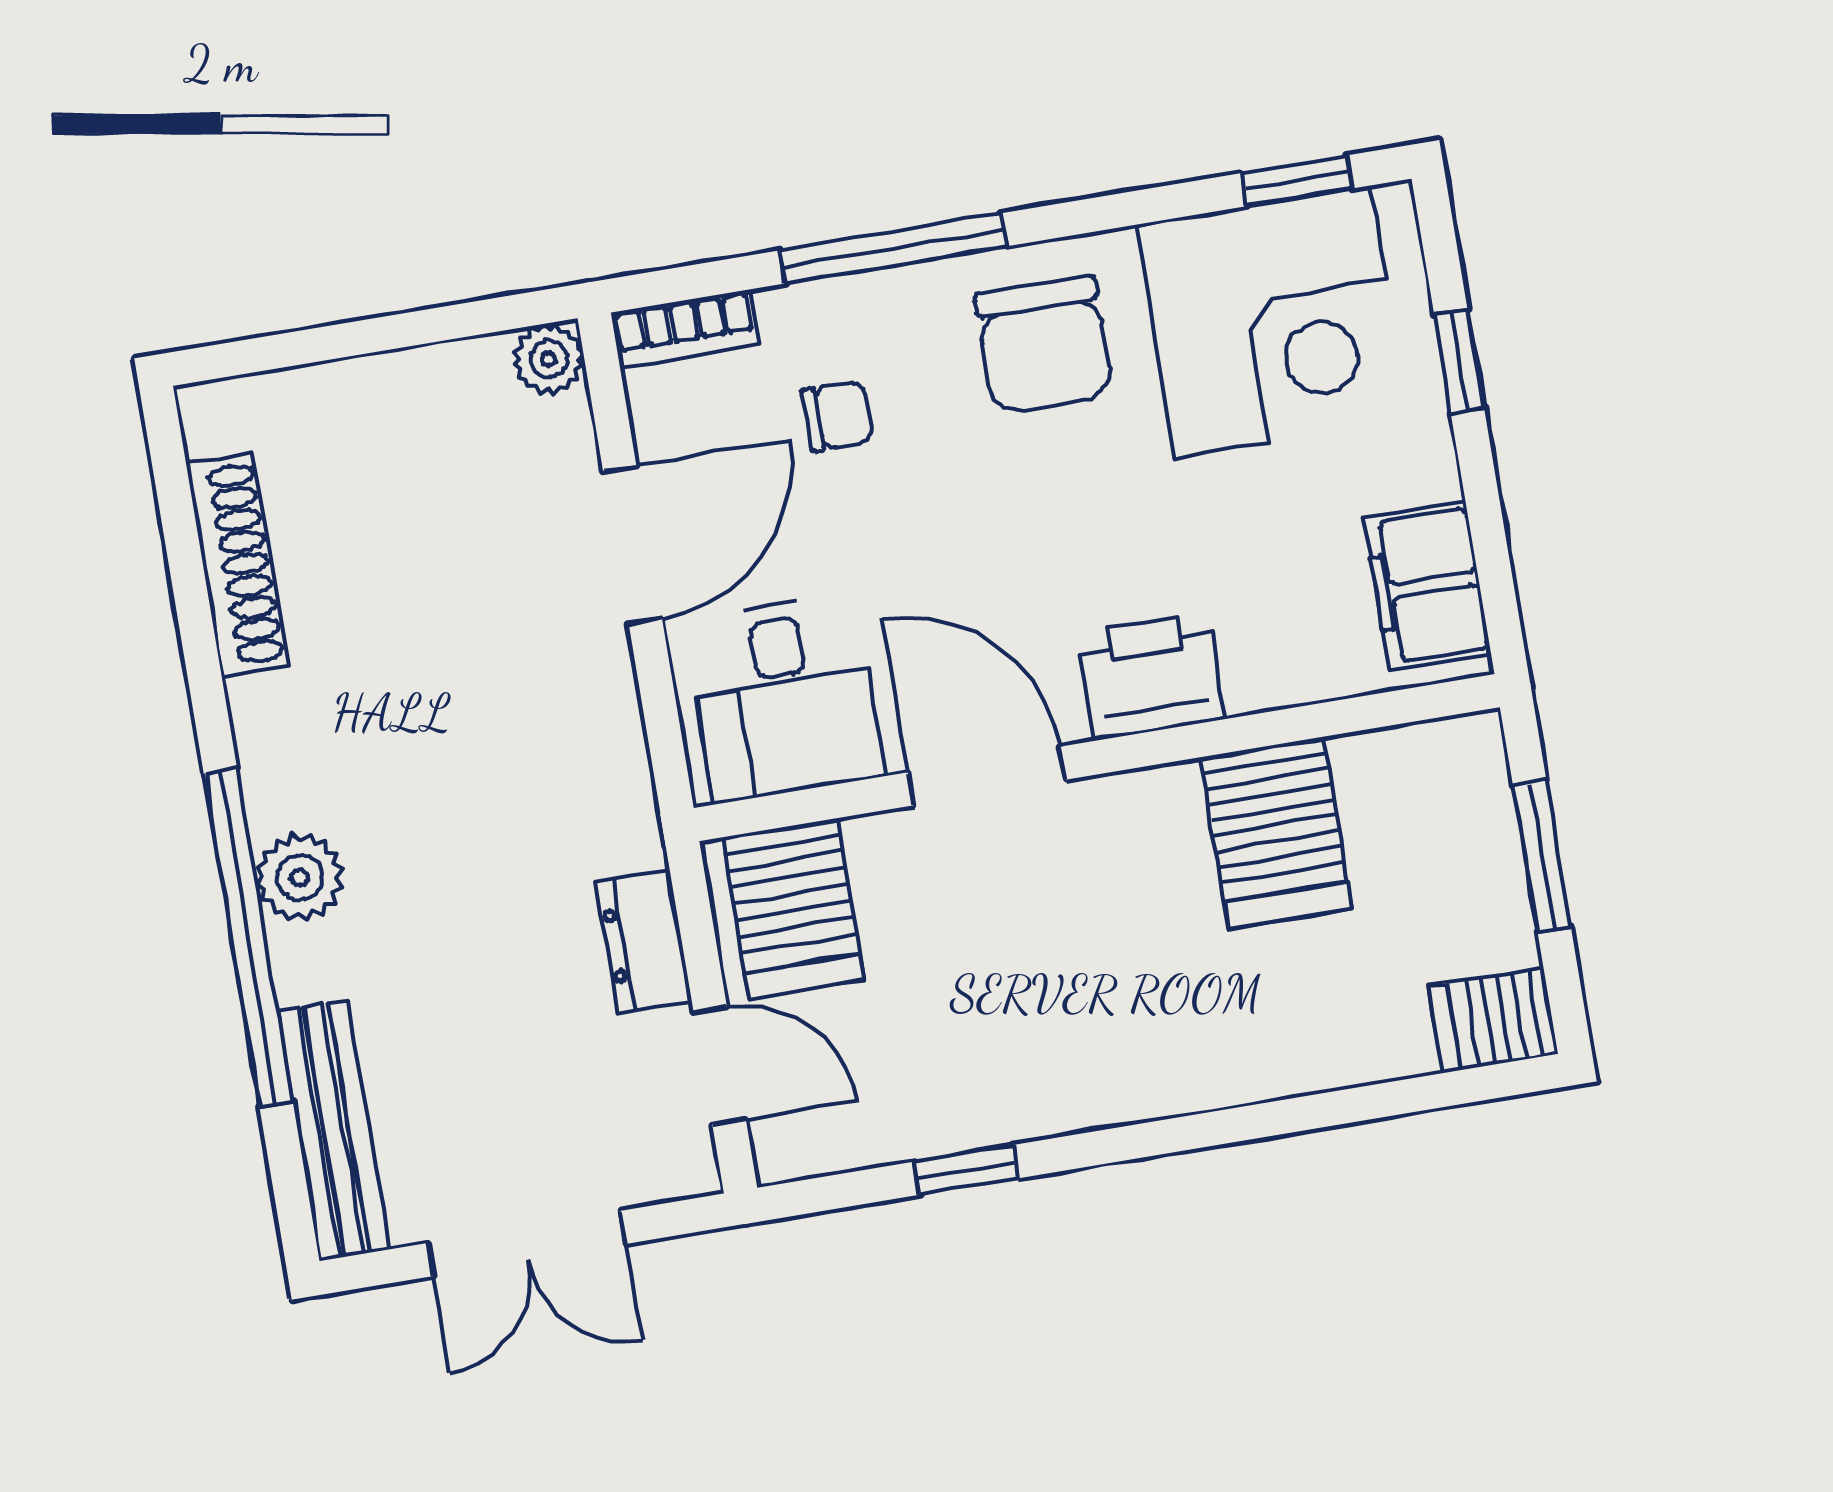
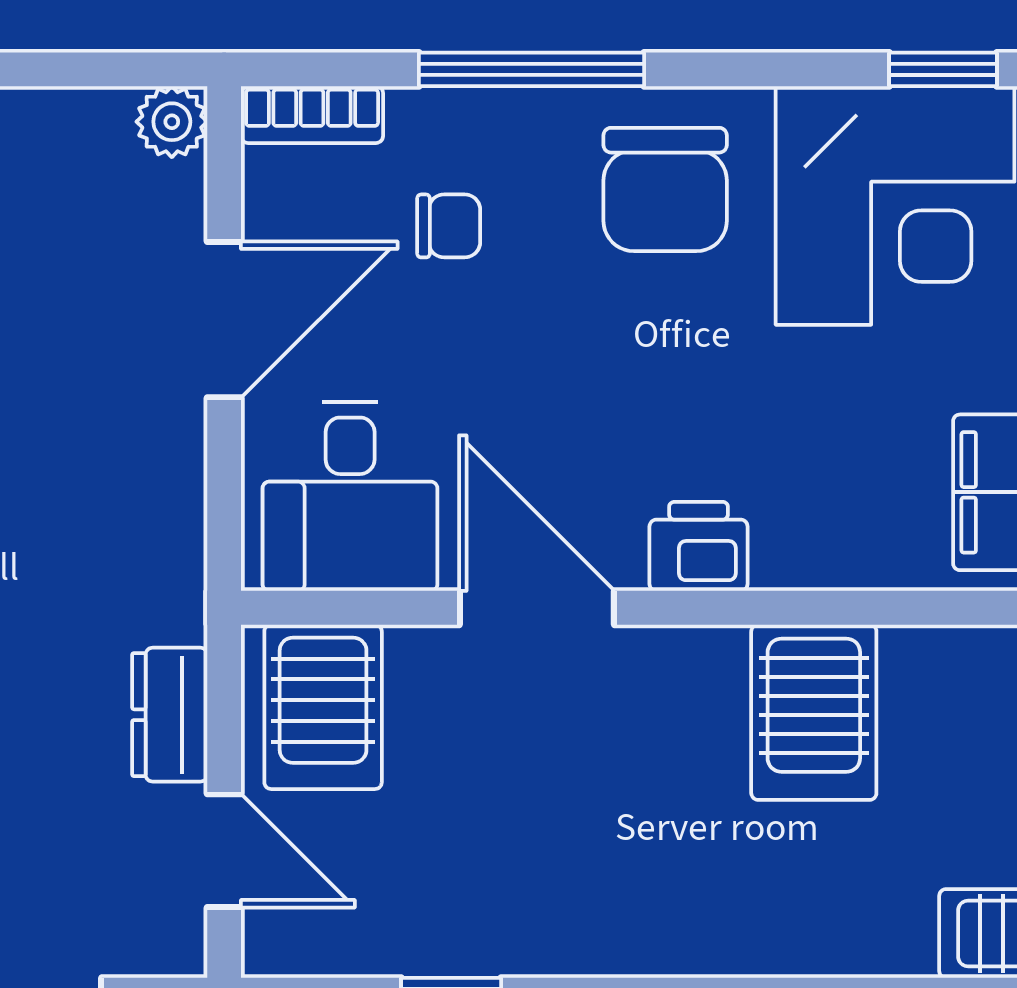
printer: (1151, 676) -> (699, 546), width x0.73, depth x0.81

